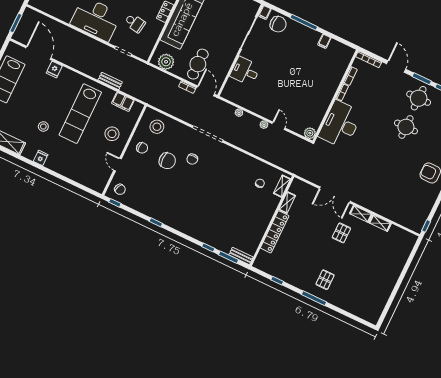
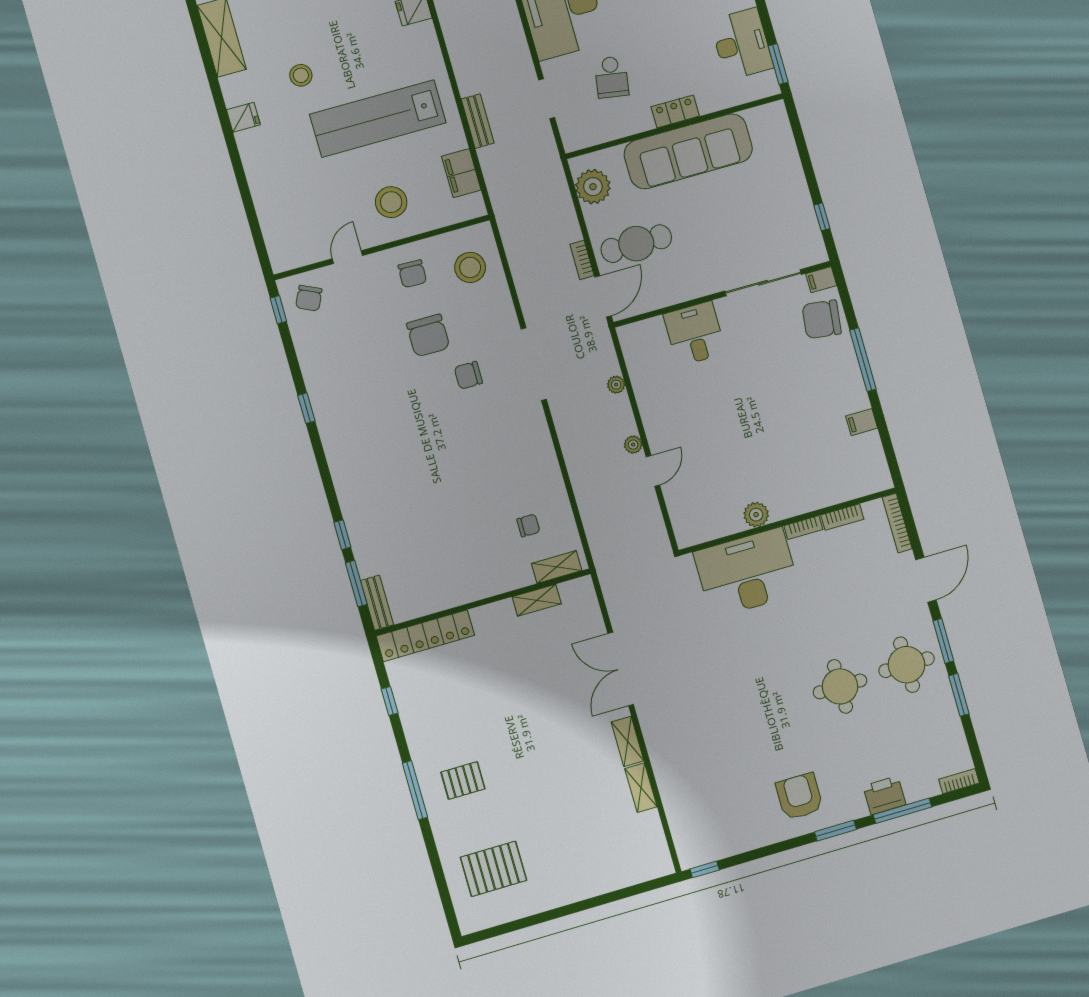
chair: (278, 24) -> (822, 319), turned 97
plant: (310, 133) -> (756, 515), moved
locker: (275, 232) -> (425, 636), moved
pallet: (341, 233) -> (494, 869), moved, width x1.50, depth x1.42

